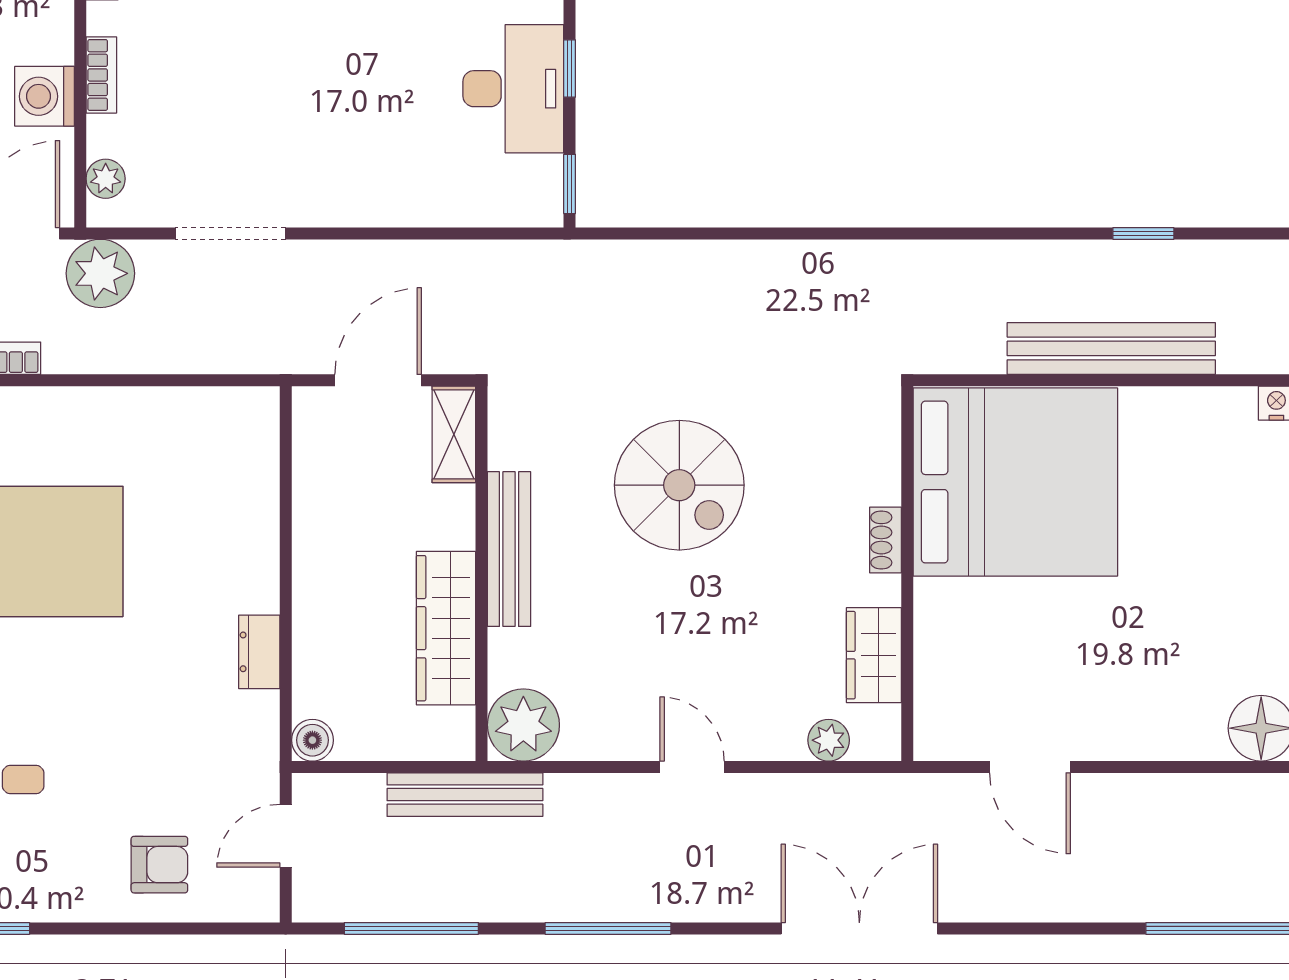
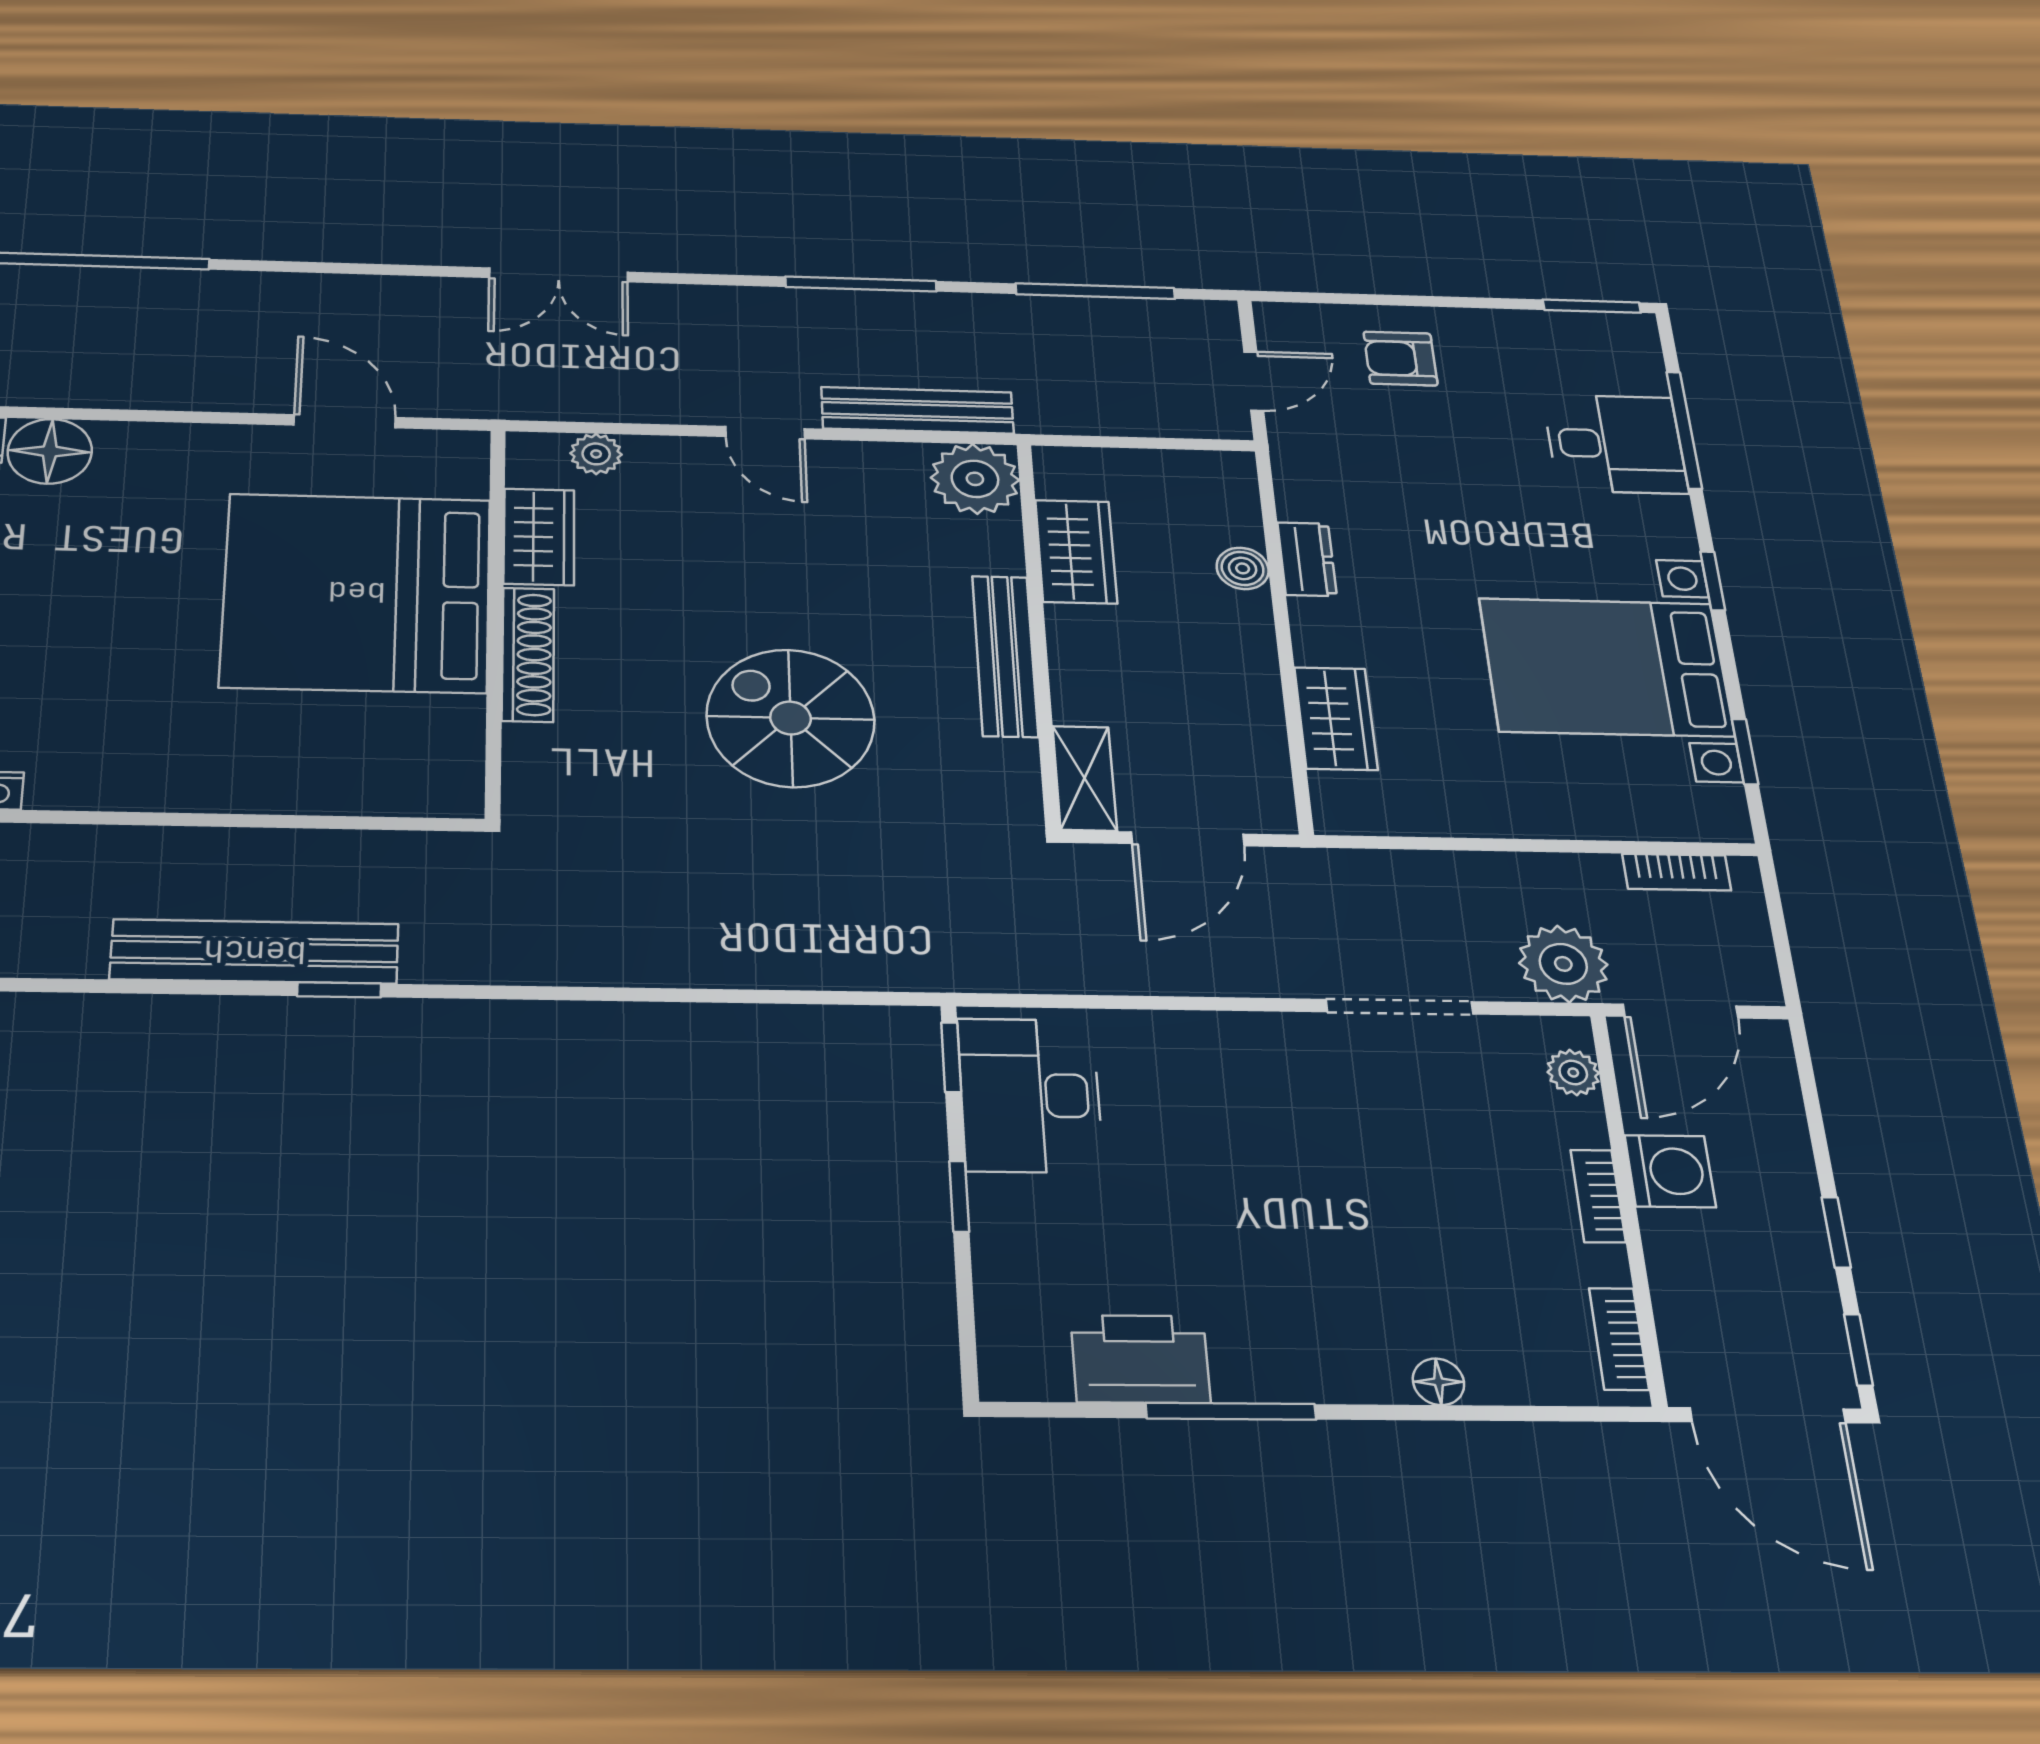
desk: (513, 89) -> (1030, 1095), moved
window: (1143, 233) -> (339, 990), moved
bench: (1111, 348) -> (255, 952), moved
bed: (1015, 482) -> (357, 592), moved
wardrobe: (252, 496) -> (1336, 718), added
shoe rack: (885, 540) -> (528, 654), width x1.94, depth x1.24
wardrobe: (446, 628) -> (1076, 552), width x0.67
boiler: (312, 740) -> (1243, 568), moved
bench: (465, 795) -> (917, 410), moved
double door: (859, 928) -> (559, 275), width x0.73

